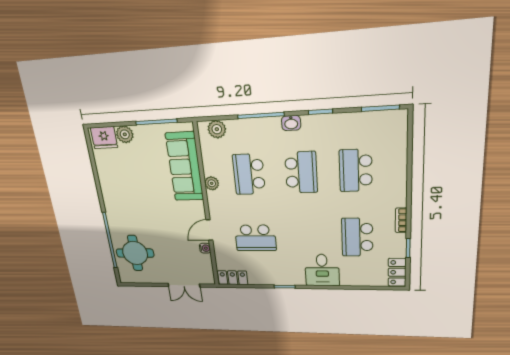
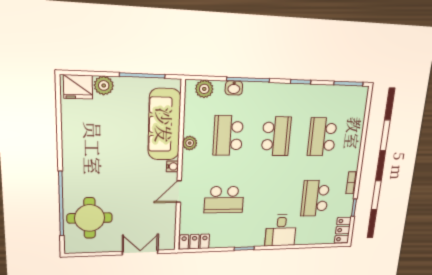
washbasin: (291, 123) -> (234, 88), moved
water cooler: (205, 248) -> (172, 166), moved
double door: (184, 285) -> (140, 252), swing flipped

